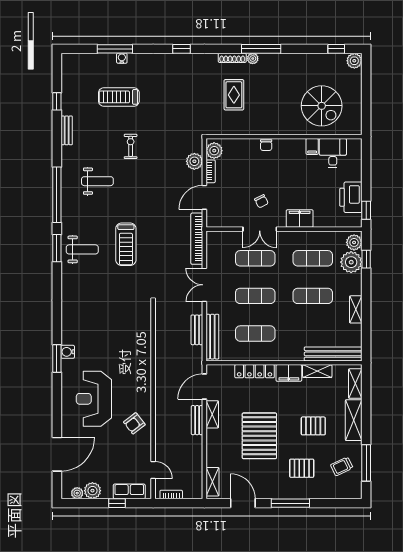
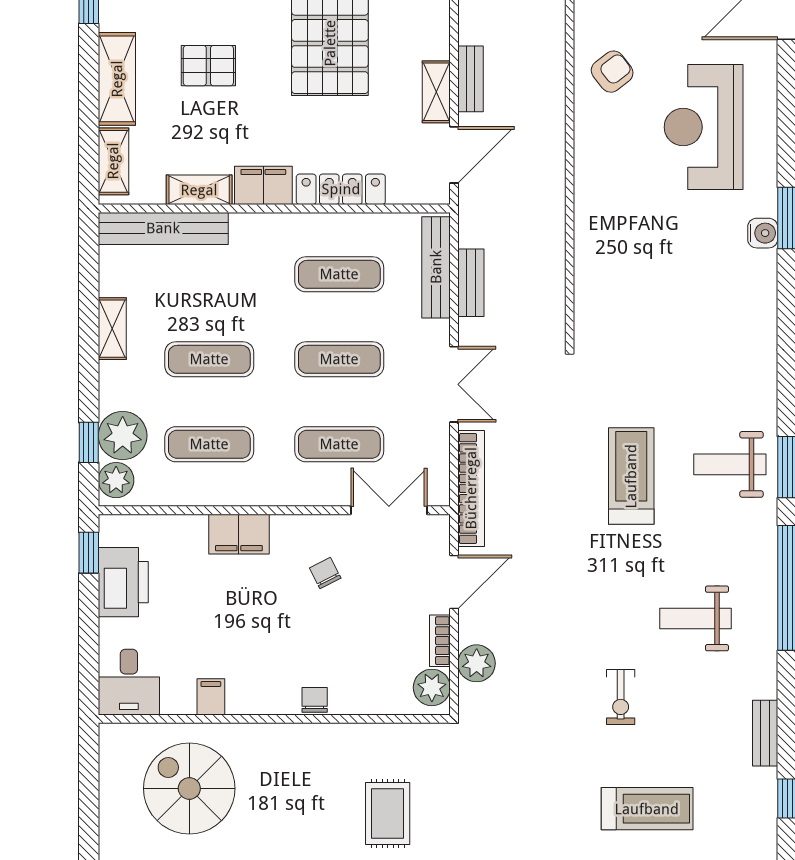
desk: (333, 153) -> (129, 682), moved
double door: (260, 229) -> (389, 510), moved
reception desk: (94, 399) -> (704, 127), turned 180

